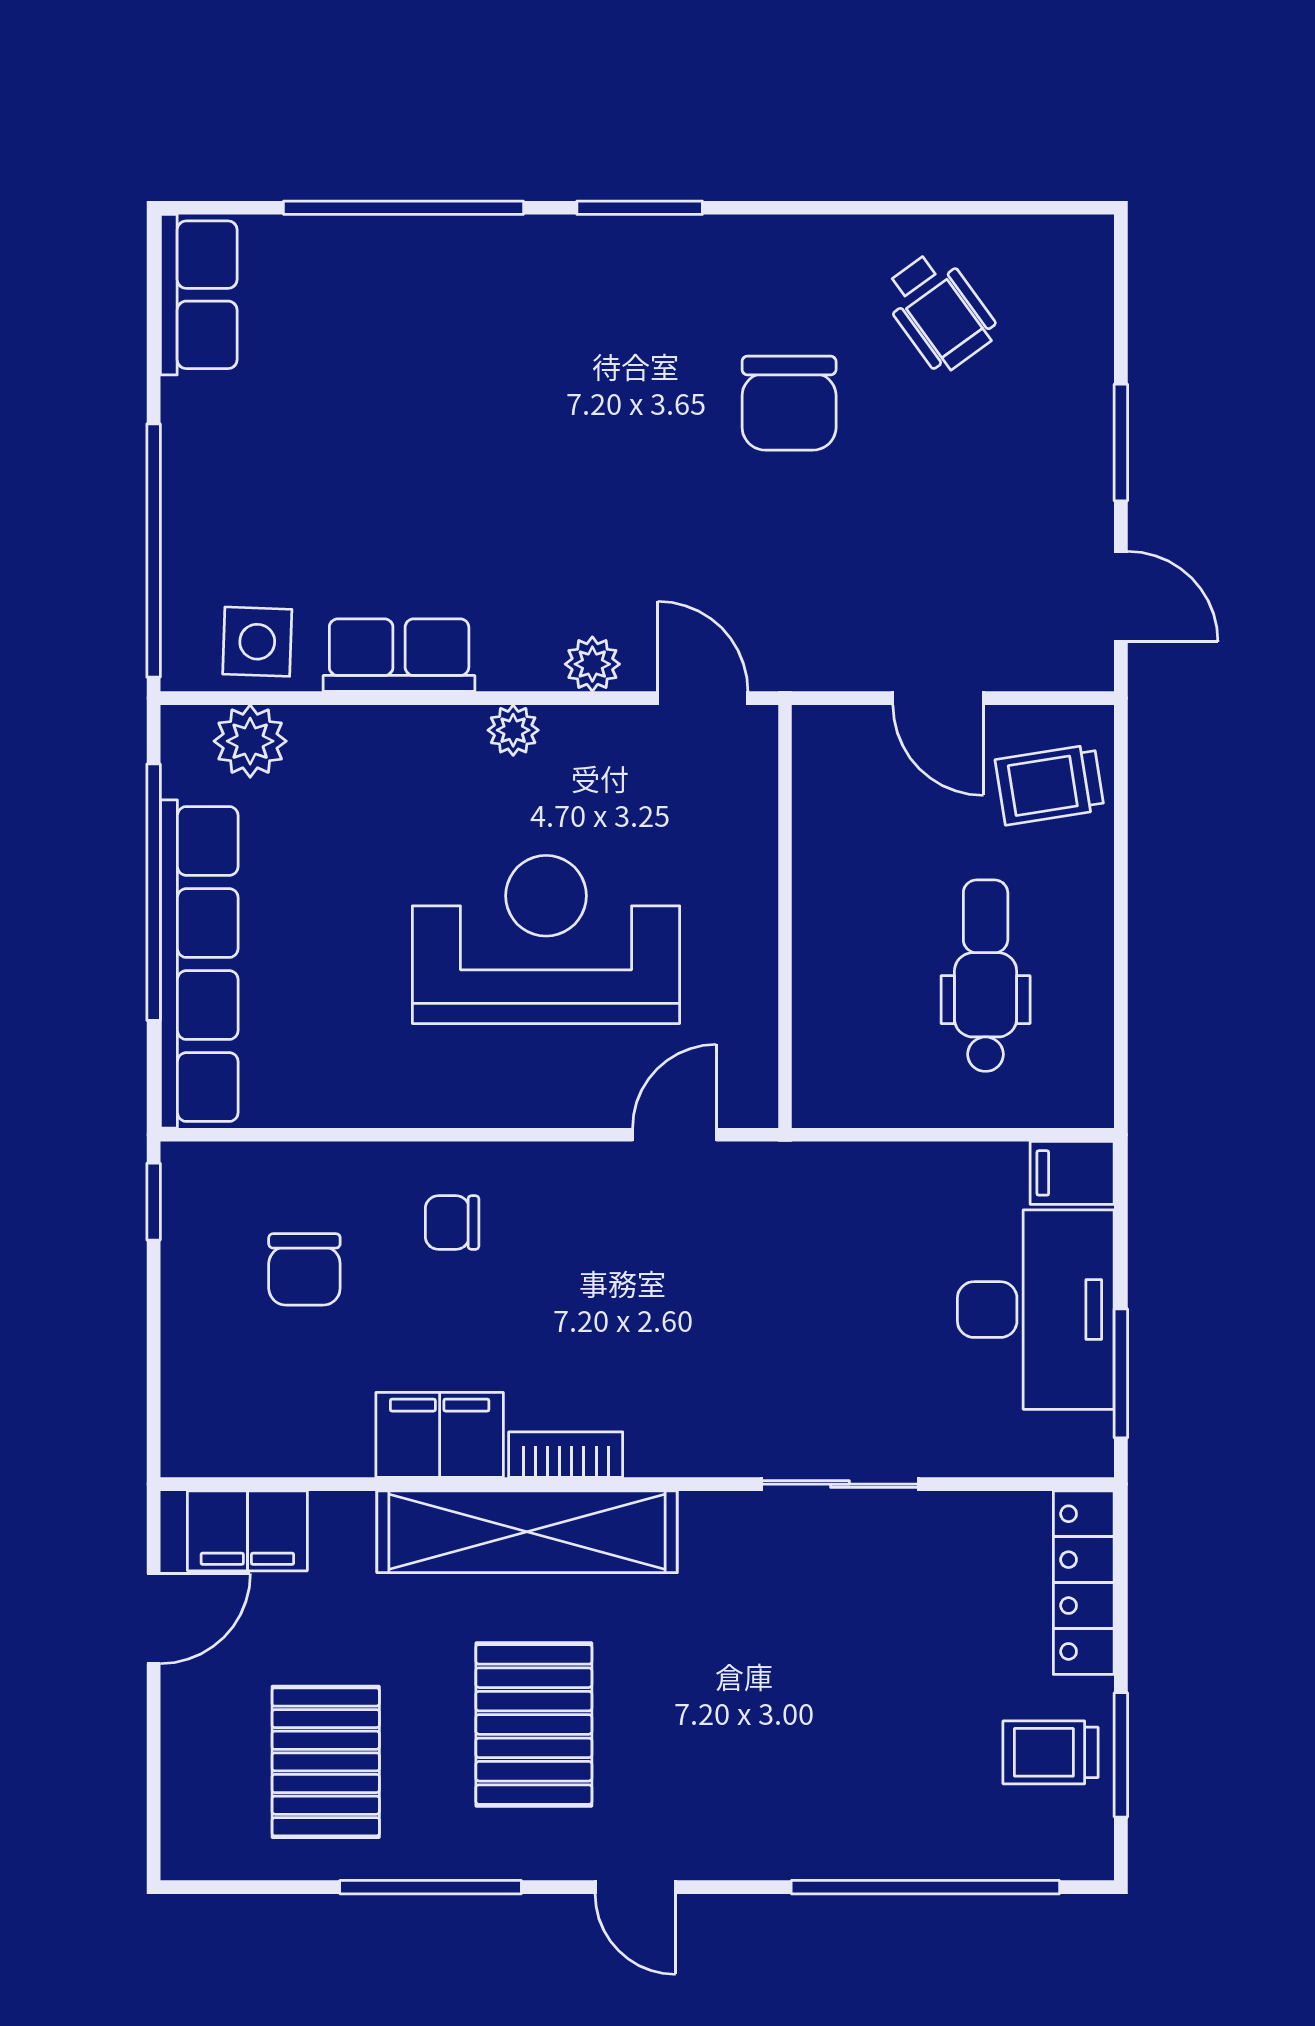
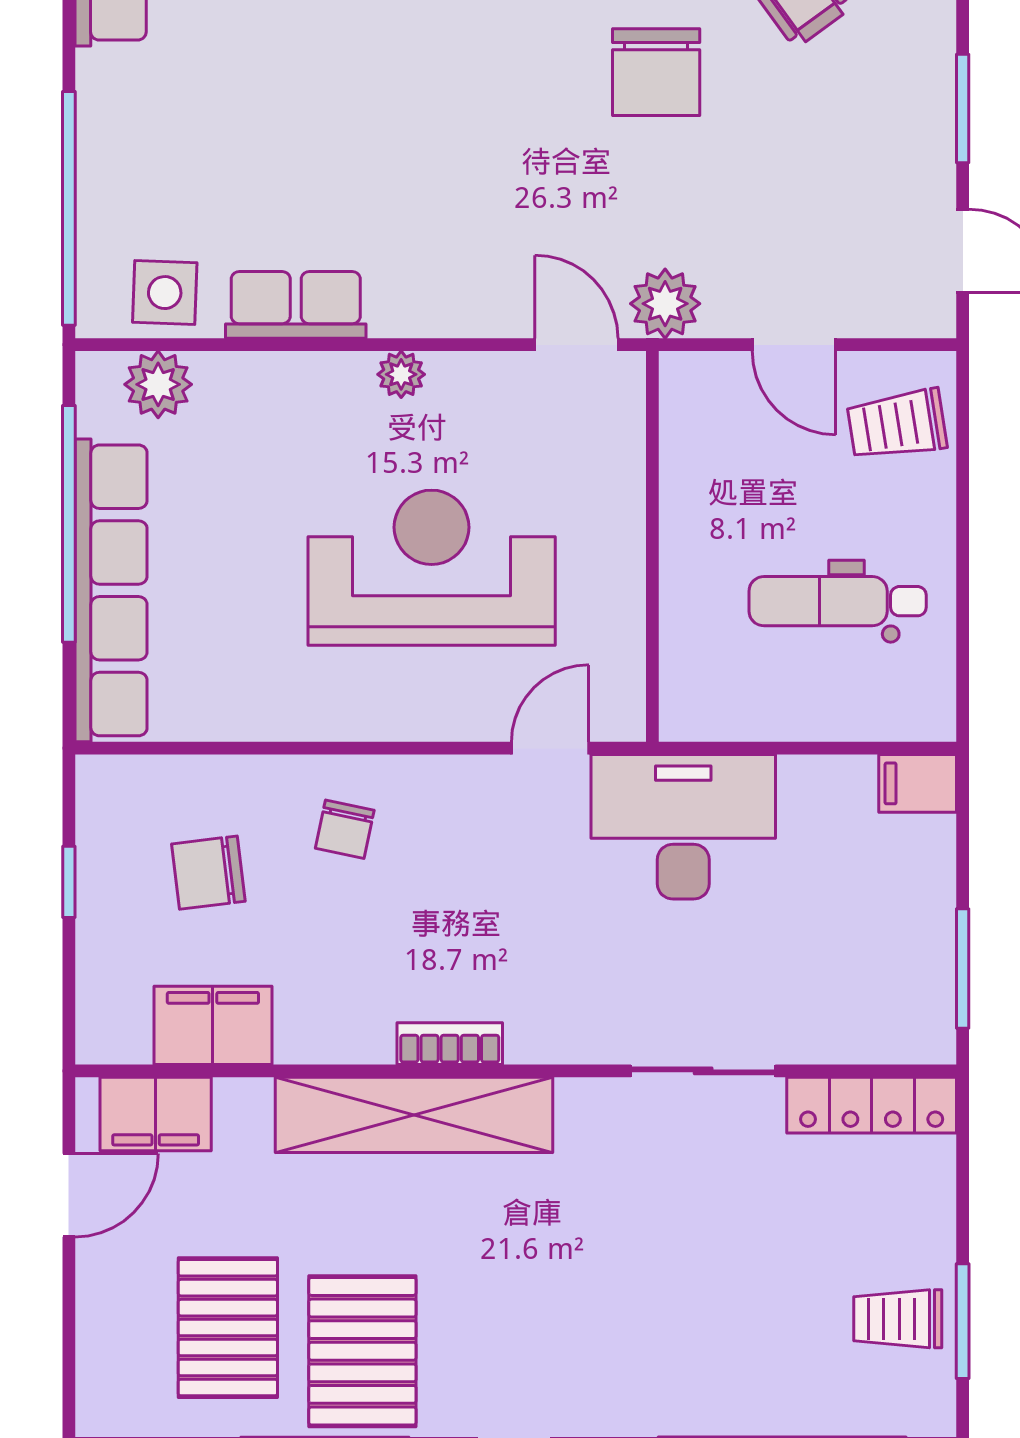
plant: (592, 664) -> (665, 304), moved, width x1.38, depth x1.38
dental chair: (986, 976) -> (838, 601), turned -90
window: (154, 1202) -> (69, 882), moved
chair: (452, 1223) -> (345, 829), turned -78
chair: (304, 1269) -> (208, 873), turned 83
desk: (1036, 1310) -> (683, 827), moved, turned -90
filing cabinet: (440, 1435) -> (213, 1025), moved
locker: (1084, 1583) -> (872, 1105), moved, turned -90
pallet: (534, 1724) -> (362, 1351), moved

